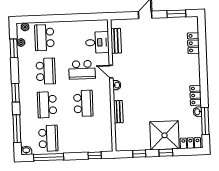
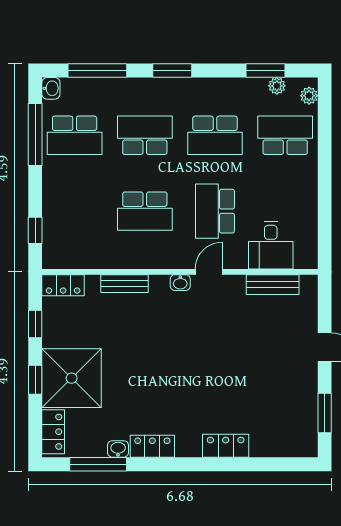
locker: (193, 43) -> (226, 446), moved
locker: (120, 141) -> (63, 285), added

